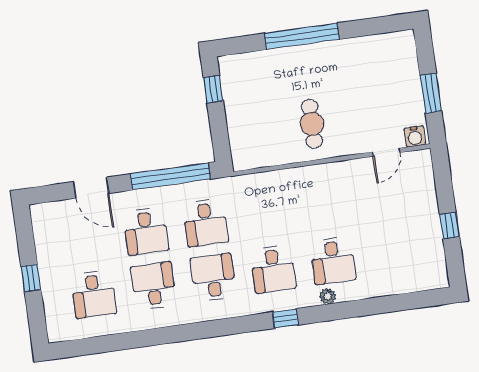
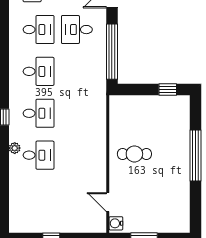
desk: (206, 223) -> (77, 71), removed
desk: (333, 261) -> (39, 155), turned 180
desk: (273, 269) -> (39, 113), turned 180

